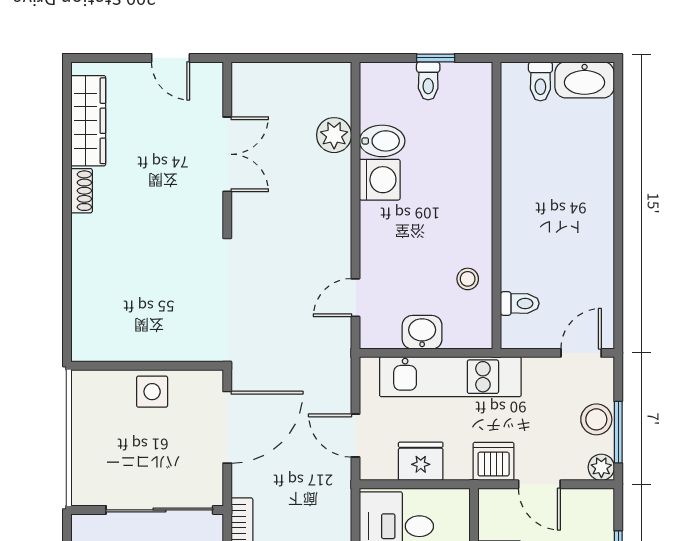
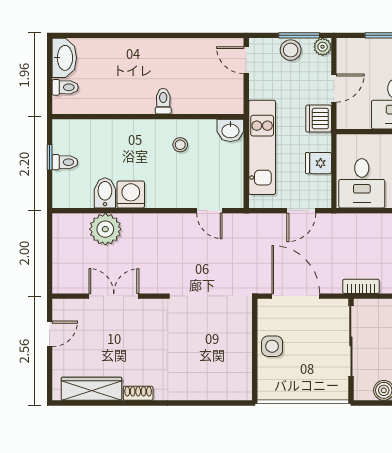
plant: (334, 135) -> (105, 229), width x1.36, depth x1.36
stool: (468, 279) -> (180, 145), moved
toilet: (520, 303) -> (163, 101), moved
washbasin: (422, 332) -> (230, 130), moved, turned -90
fridge: (421, 461) -> (318, 163), width x0.72

